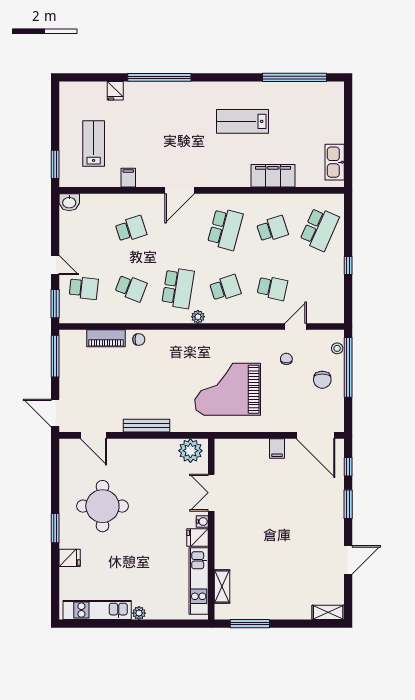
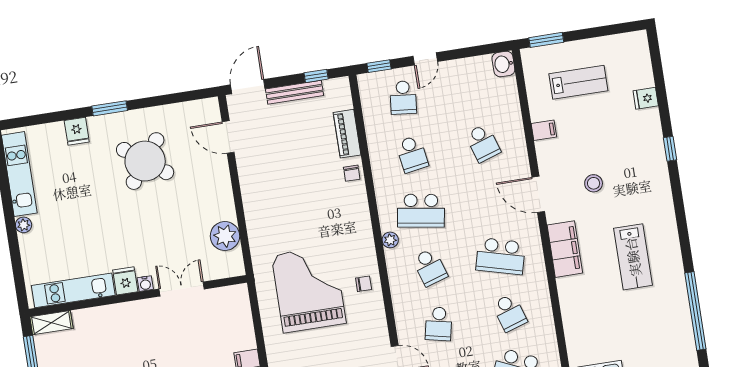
window: (159, 77) -> (670, 149), width x0.32
lab bench: (243, 121) -> (633, 257), turned 180
stool: (178, 144) -> (594, 183), added
filing cabinet: (273, 176) -> (565, 249), moved
school desk: (131, 288) -> (412, 154), turned -30
window: (55, 304) -> (379, 66), width x0.67
window: (55, 356) -> (316, 76), width x0.46
chair: (286, 359) -> (364, 284), moved
bench: (147, 426) -> (295, 92), moved, turned 90
door: (94, 435) -> (228, 137), hinge flipped
plant: (190, 451) -> (225, 236), moved
round table: (102, 506) -> (145, 161), turned 37
shelving: (222, 587) -> (51, 323), moved

